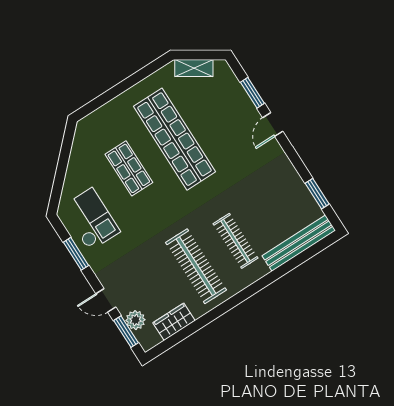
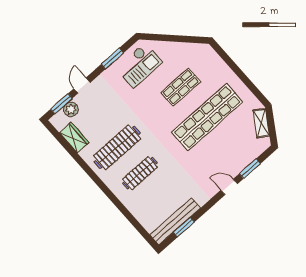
bench: (299, 243) -> (175, 221), moved, turned 90

